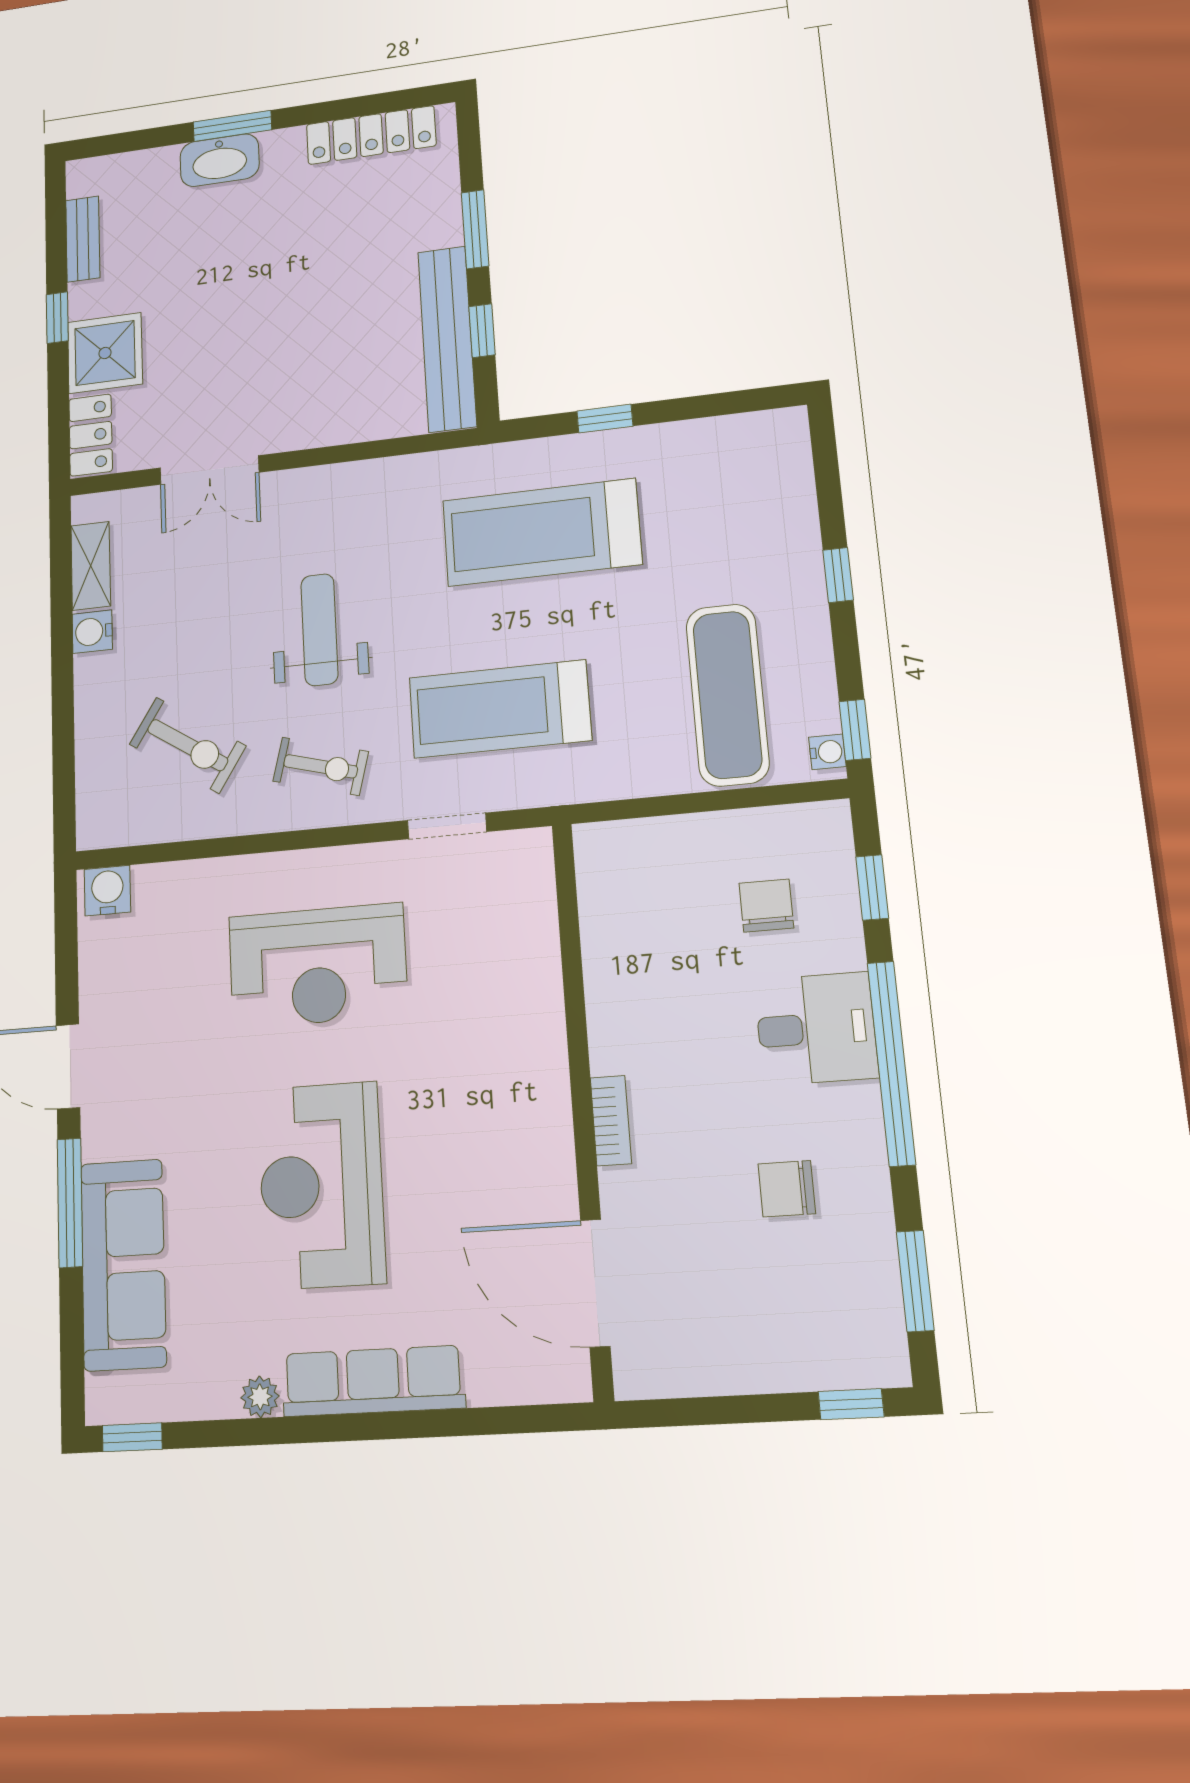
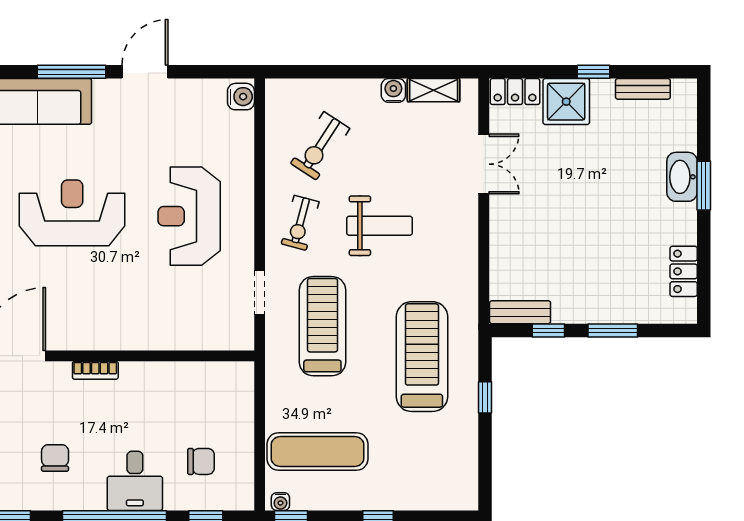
locker: (371, 135) -> (684, 271), width x0.66
bench: (447, 339) -> (520, 312), width x0.54, depth x0.82
double door: (209, 470) -> (484, 164), swing flipped

